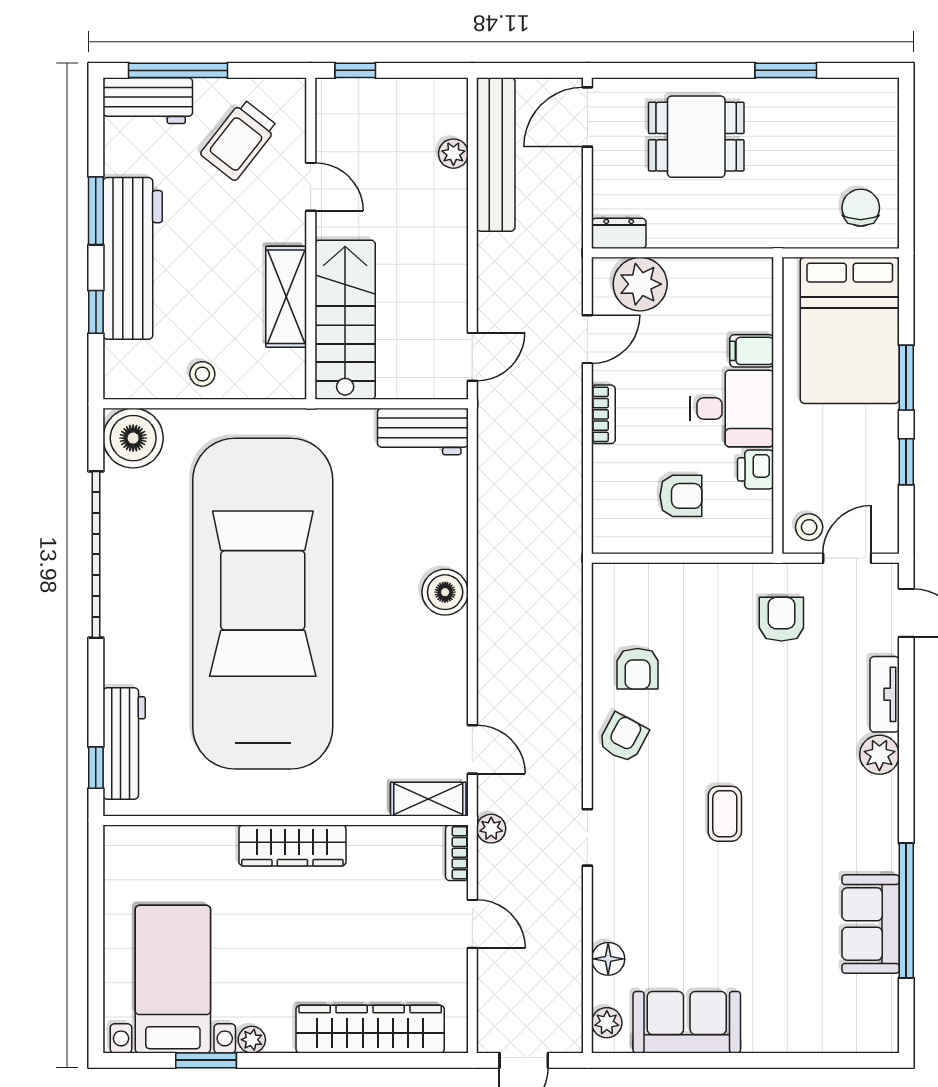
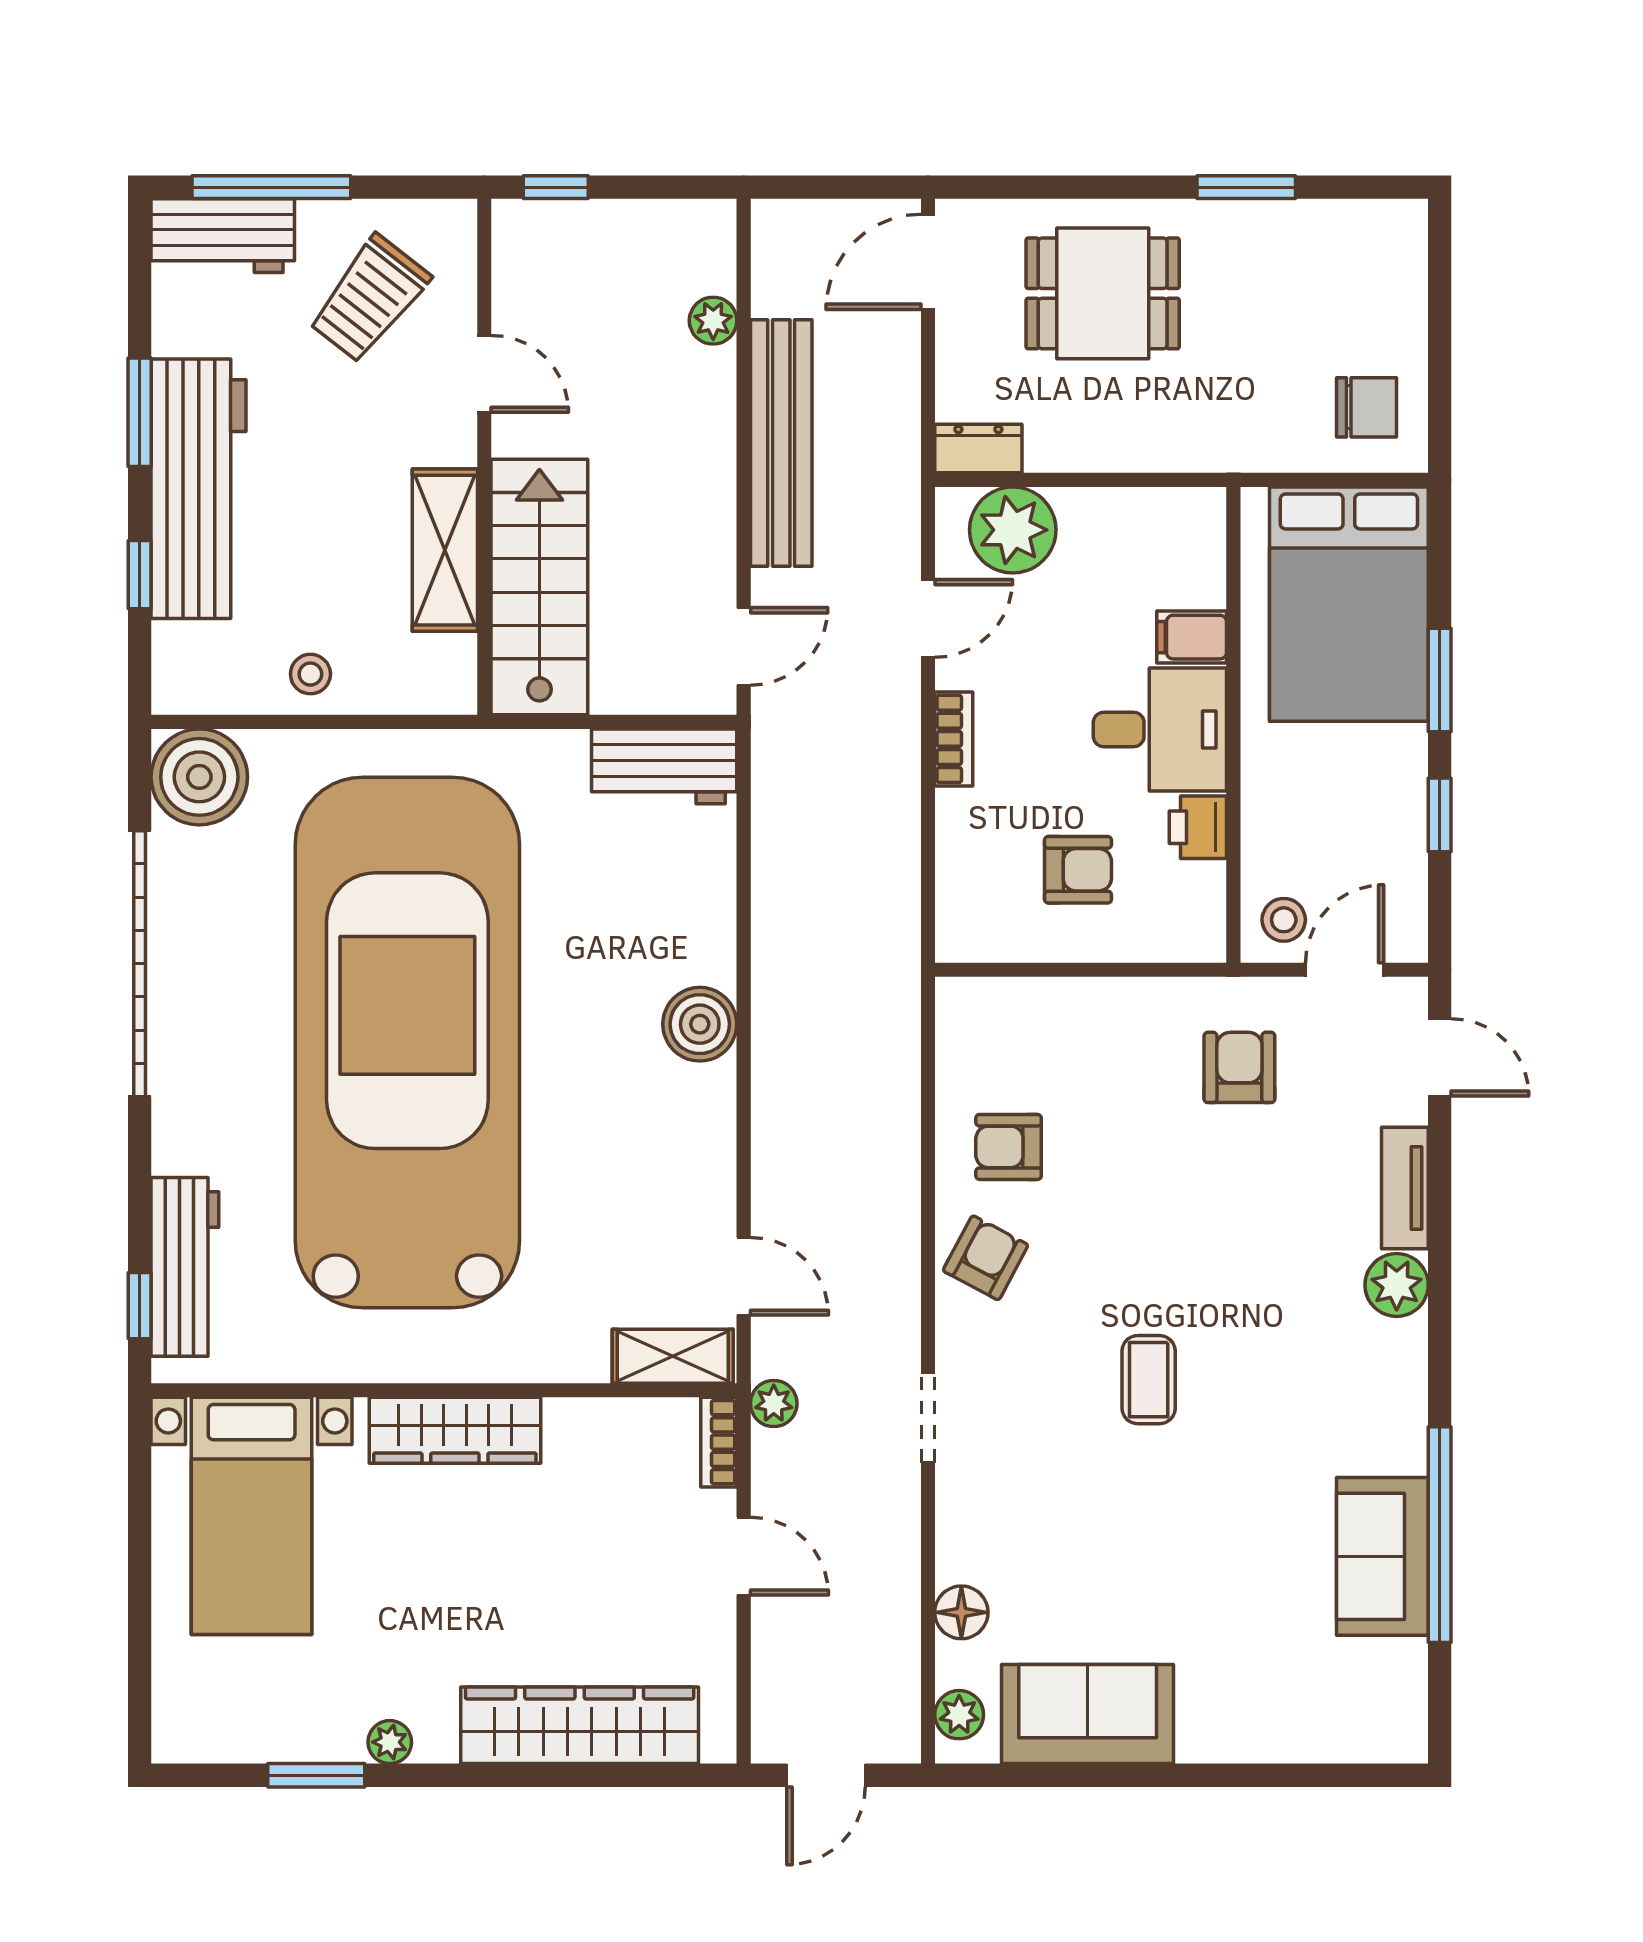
bench: (496, 154) -> (781, 443), moved
chair: (861, 208) -> (1367, 407), turned 90
armchair: (638, 669) -> (1009, 1147), turned 90
bed with nightstands: (173, 979) -> (252, 1516), moved, turned 180

